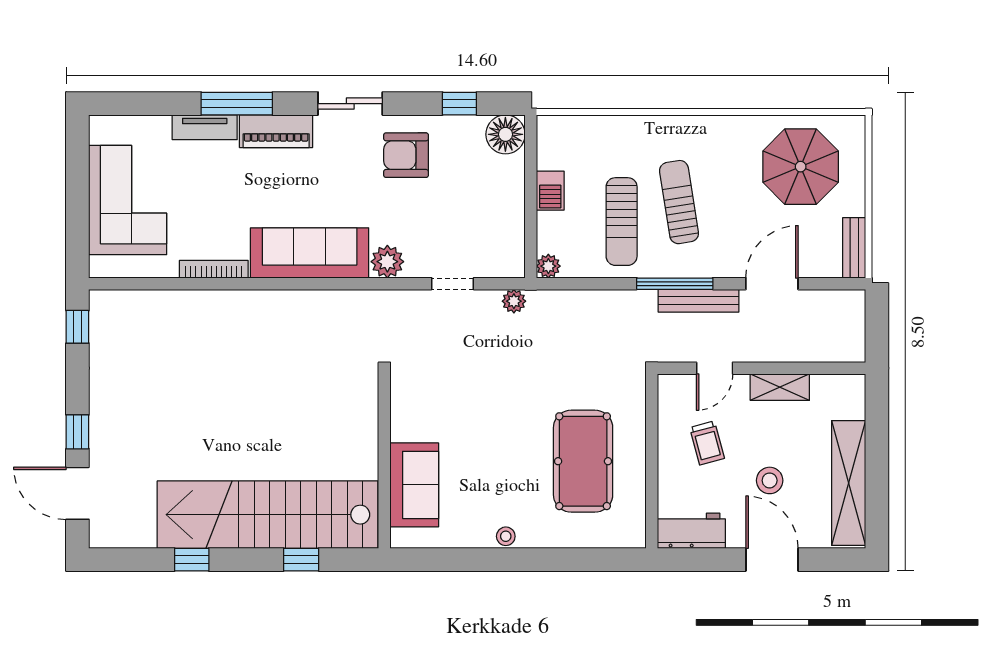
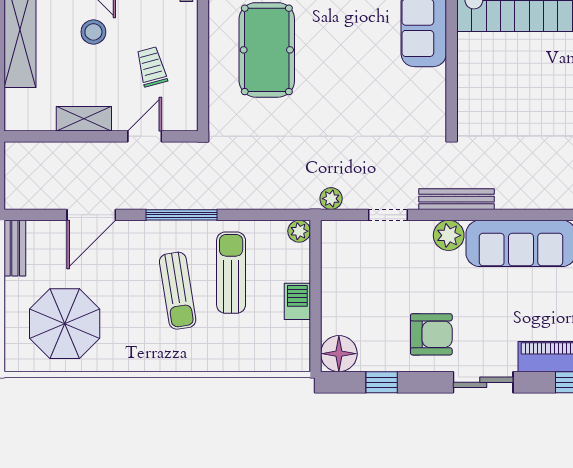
bench: (699, 301) -> (457, 199), moved

